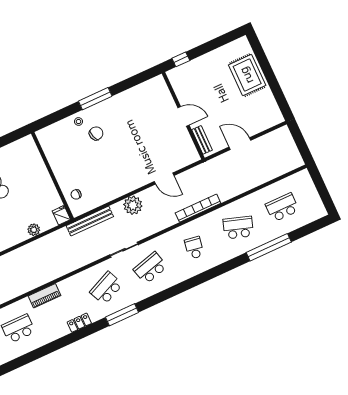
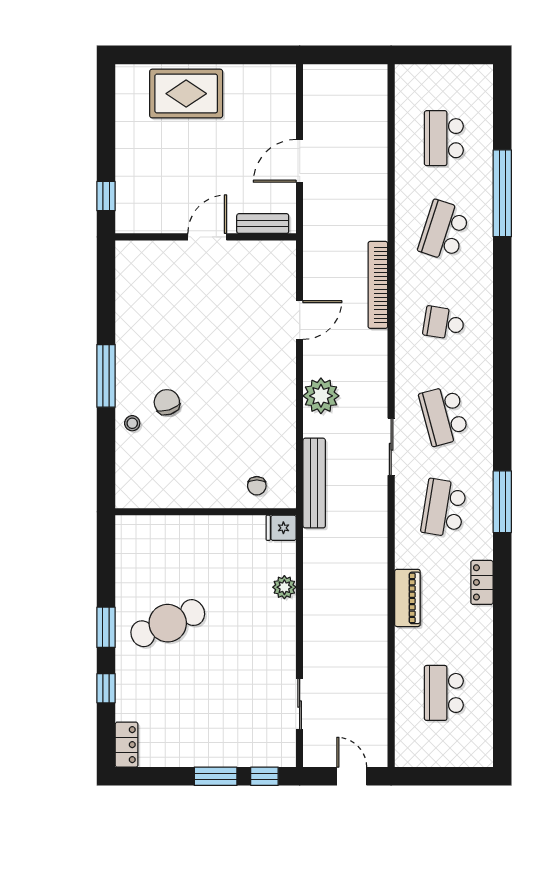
school desk: (106, 288) -> (444, 508), turned 33
piano: (45, 296) -> (407, 598), moved

